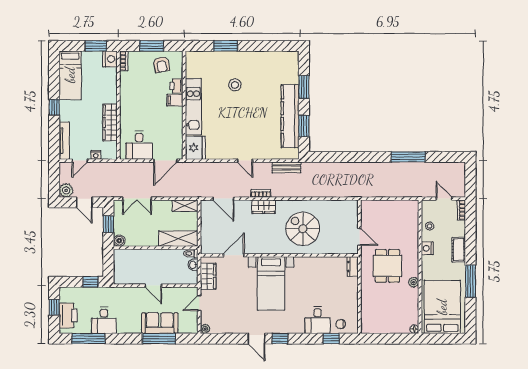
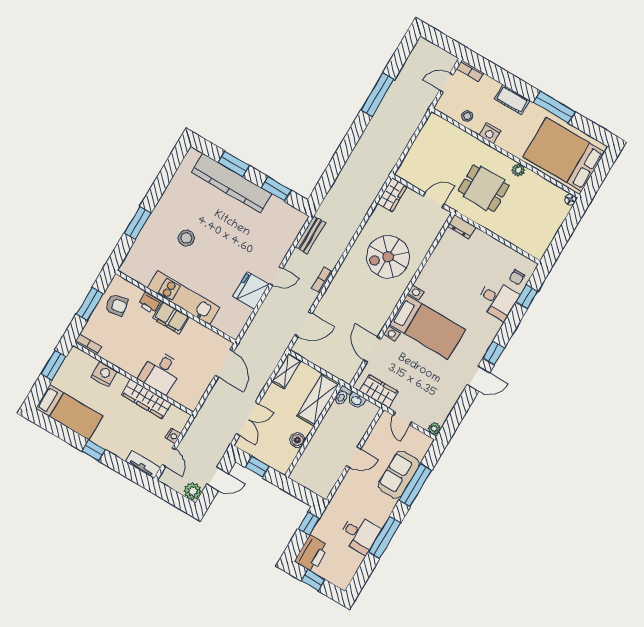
nightstand: (110, 59) -> (104, 374), moved
filing cabinet: (175, 100) -> (171, 317), width x2.00
kitchen counter: (290, 116) -> (232, 183), moved
tv unit: (64, 141) -> (143, 465), width x0.71
desk: (139, 145) -> (161, 372), moved, turned 90
fridge: (195, 148) -> (251, 290), moved, turned -90
wardrobe: (264, 207) -> (392, 195), moved
boiler: (119, 241) -> (297, 440), moved
printer: (68, 316) -> (312, 554), moved, turned 90
window: (88, 339) -> (384, 538), moved

